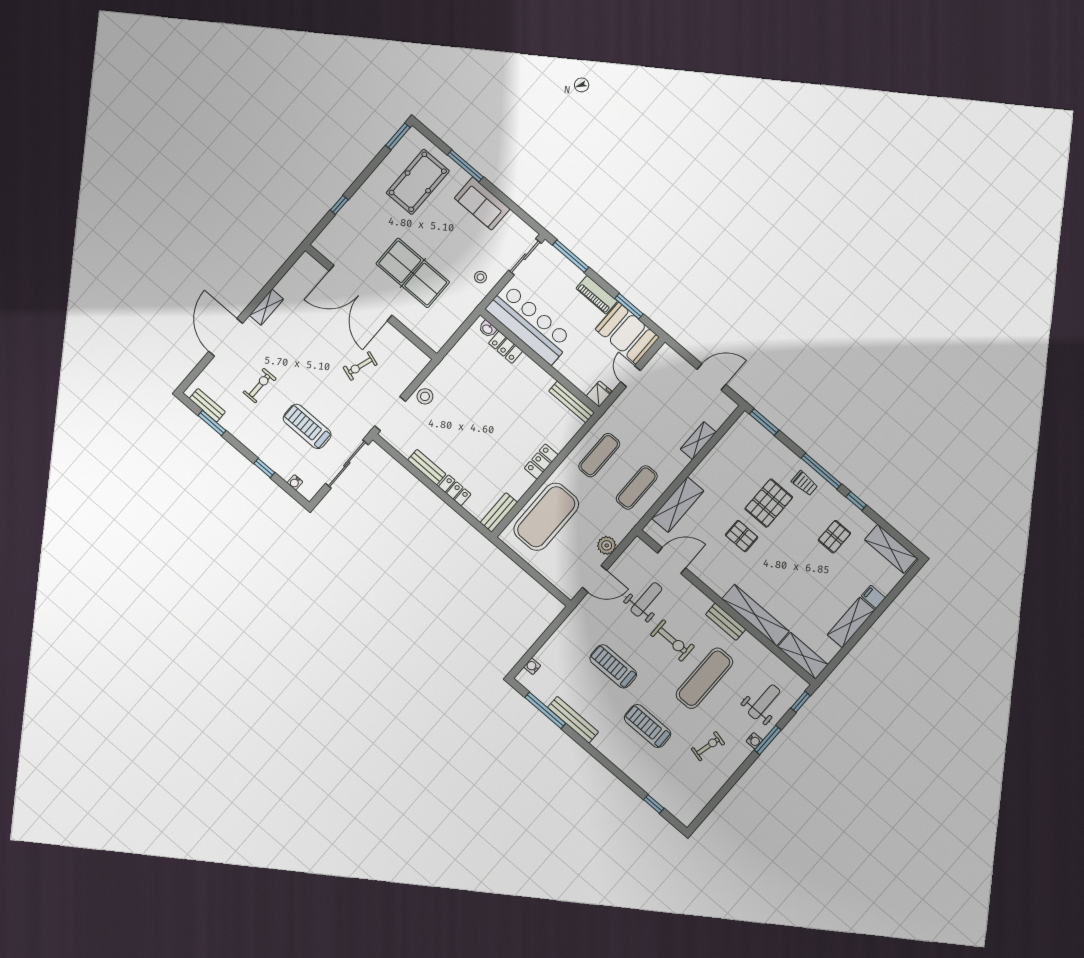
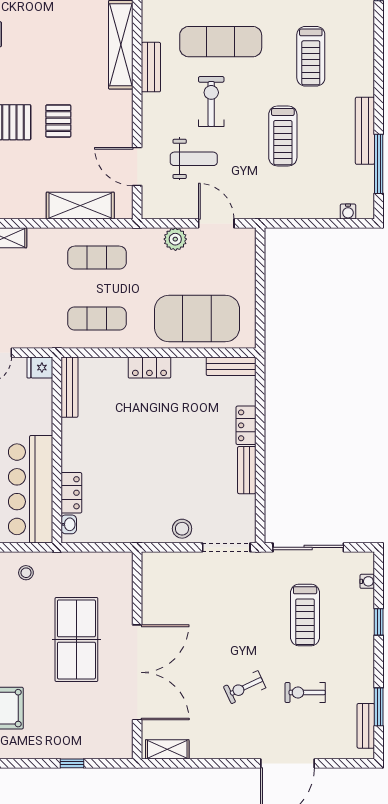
shelving: (266, 307) -> (167, 749), moved
exercise bike: (360, 366) -> (245, 687), moved, turned 137
weight bench: (646, 599) -> (194, 159), turned 180

